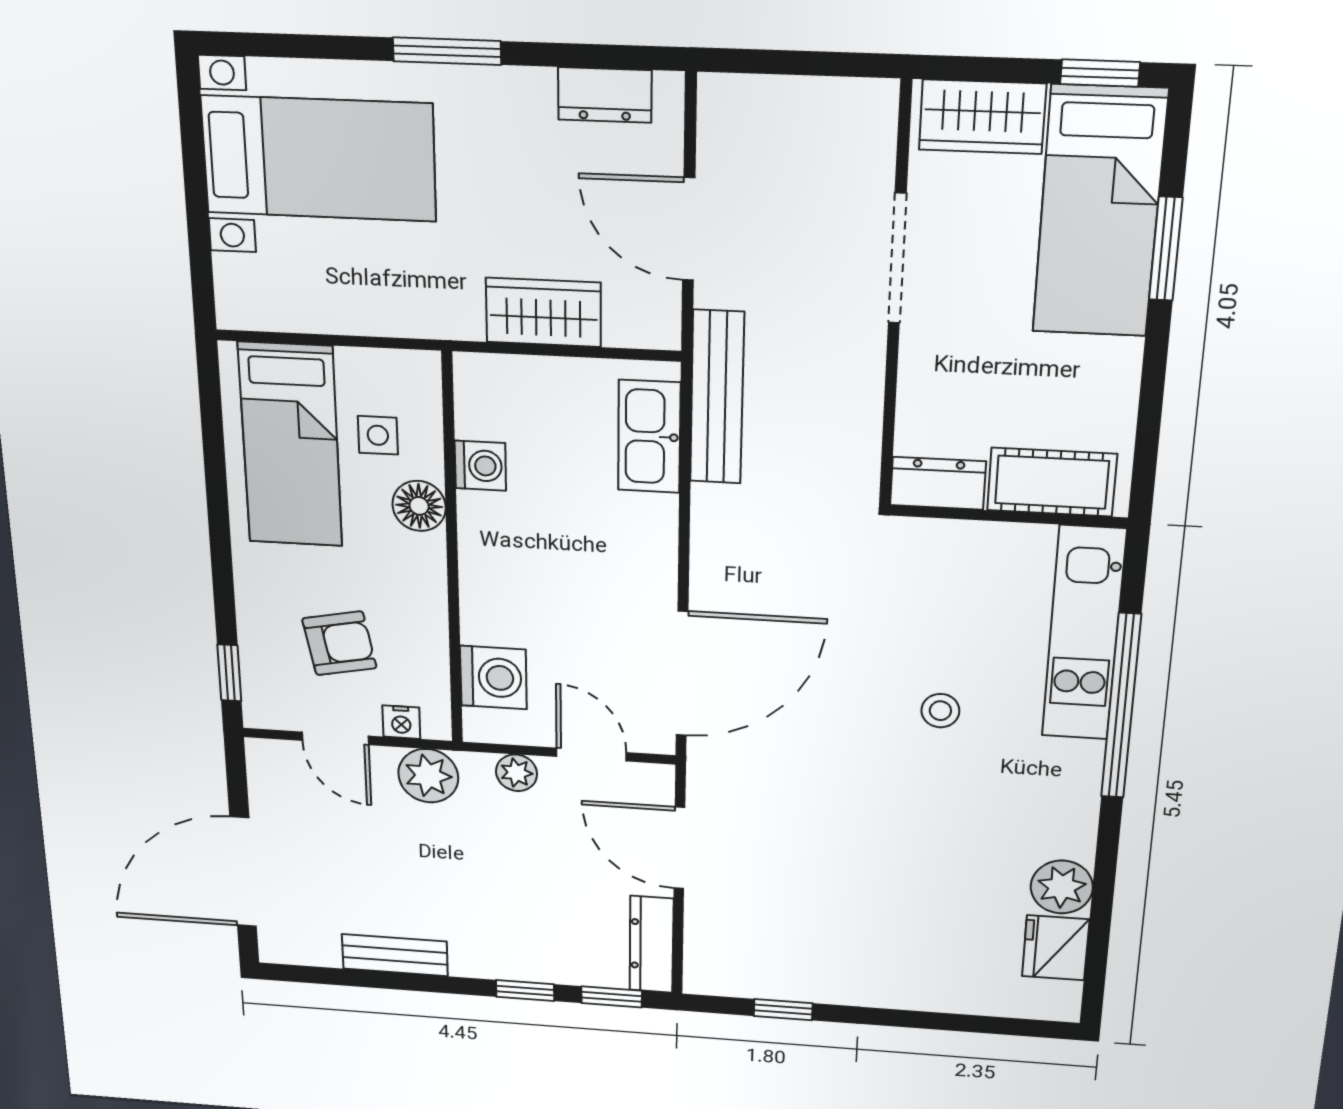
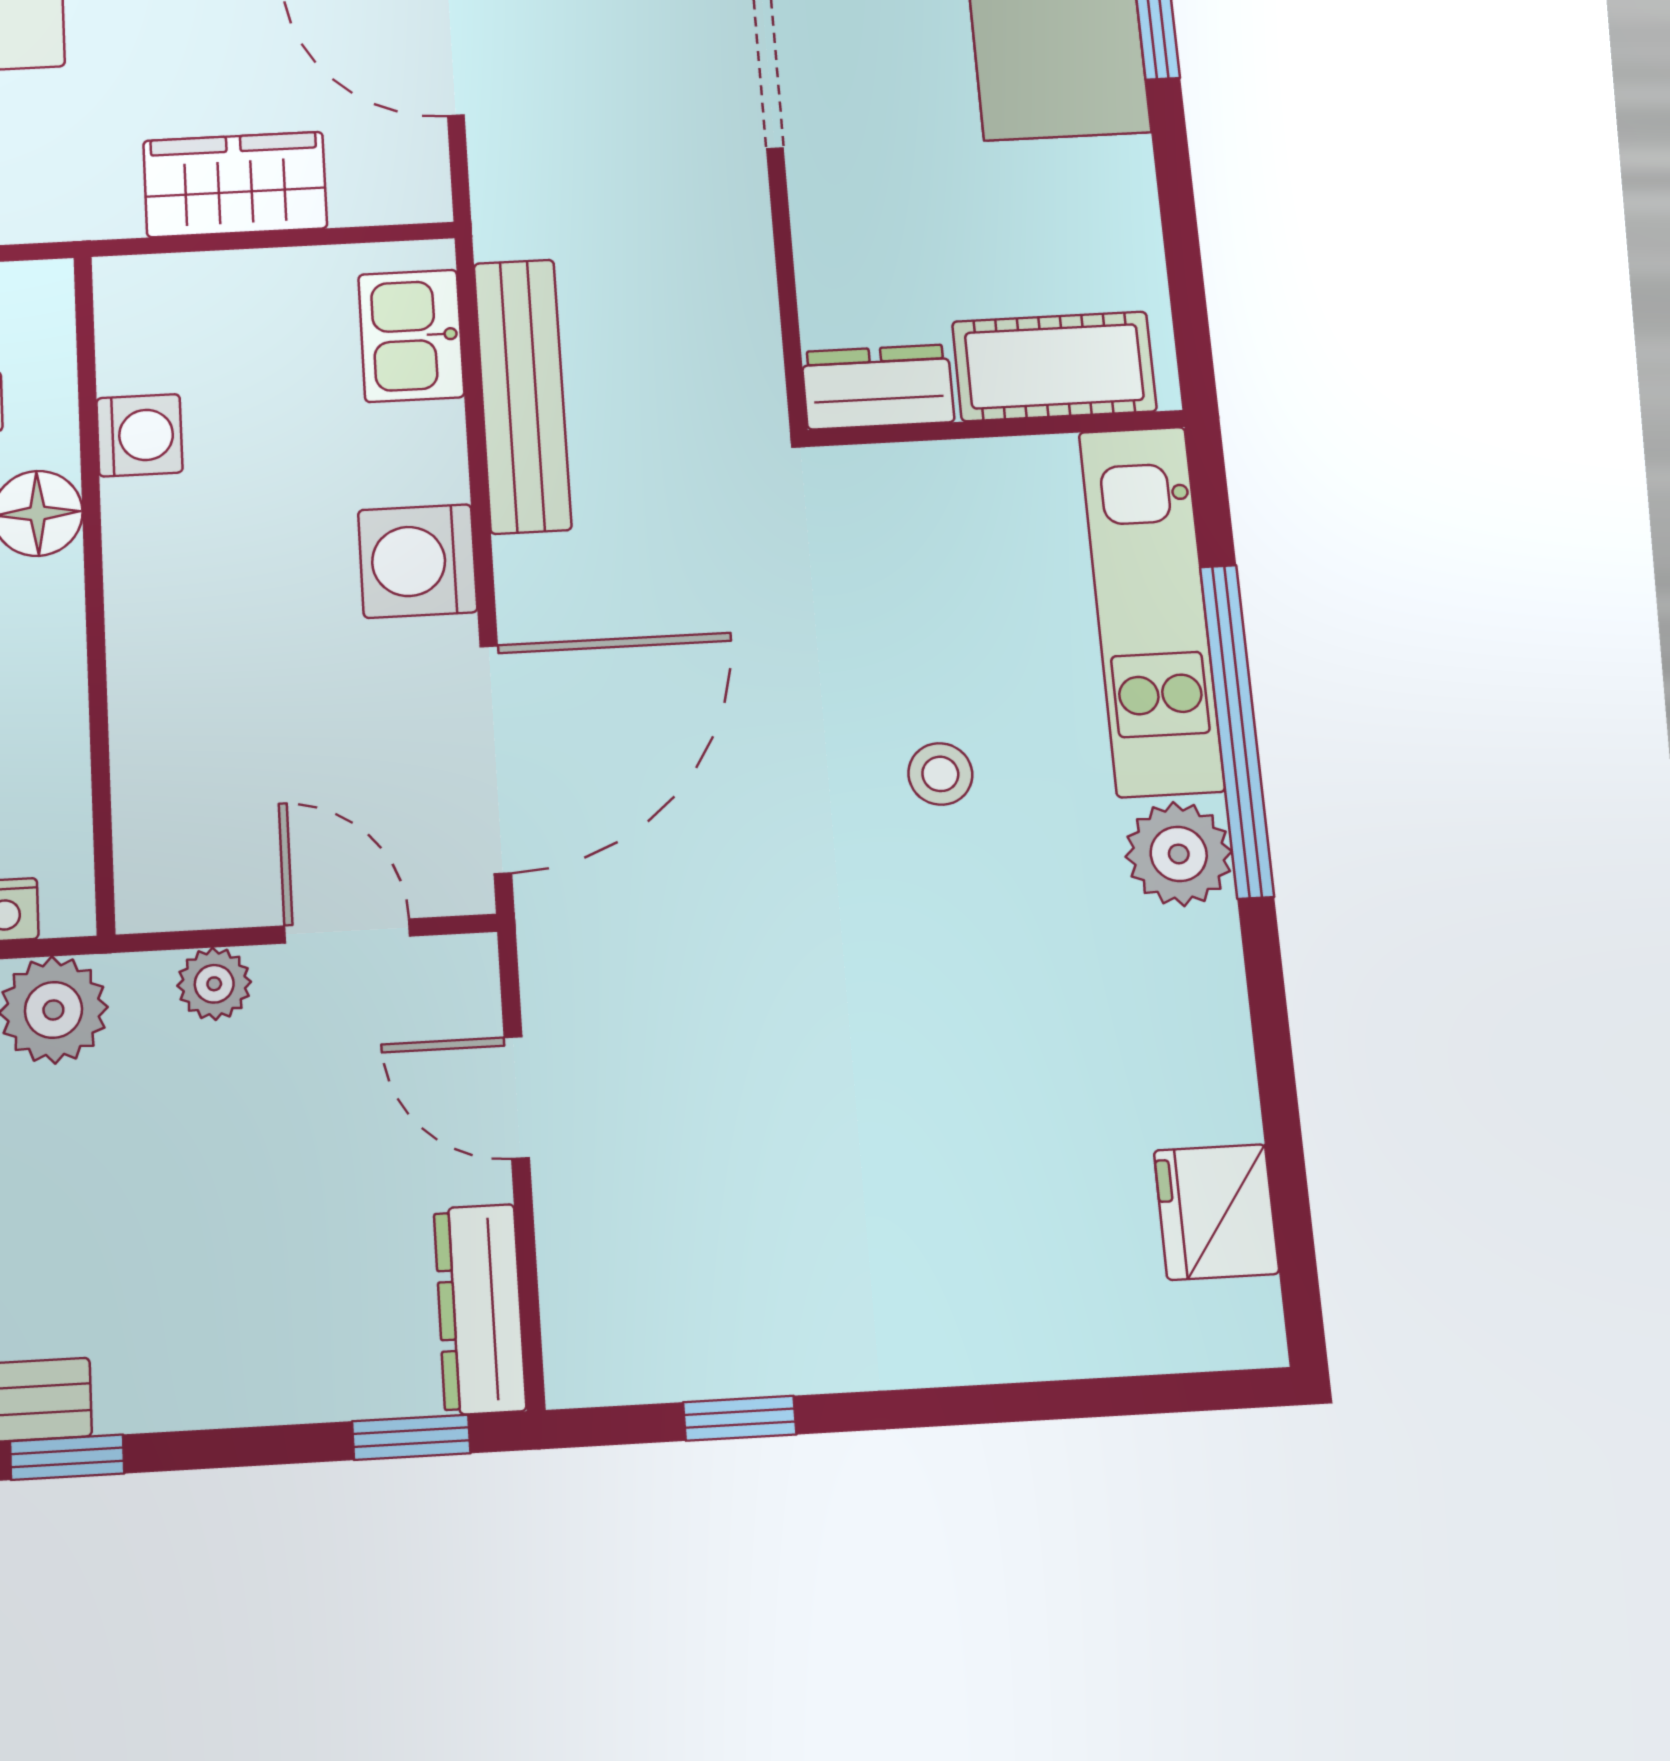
bench: (717, 397) -> (522, 396), moved
kitchen sink: (649, 437) -> (411, 336), width x0.73
washing machine: (493, 678) -> (418, 561), moved, turned 180
door: (679, 848) -> (517, 1098), width x0.73
plant: (1062, 887) -> (1179, 854), moved
window: (525, 990) -> (67, 1457), moved

